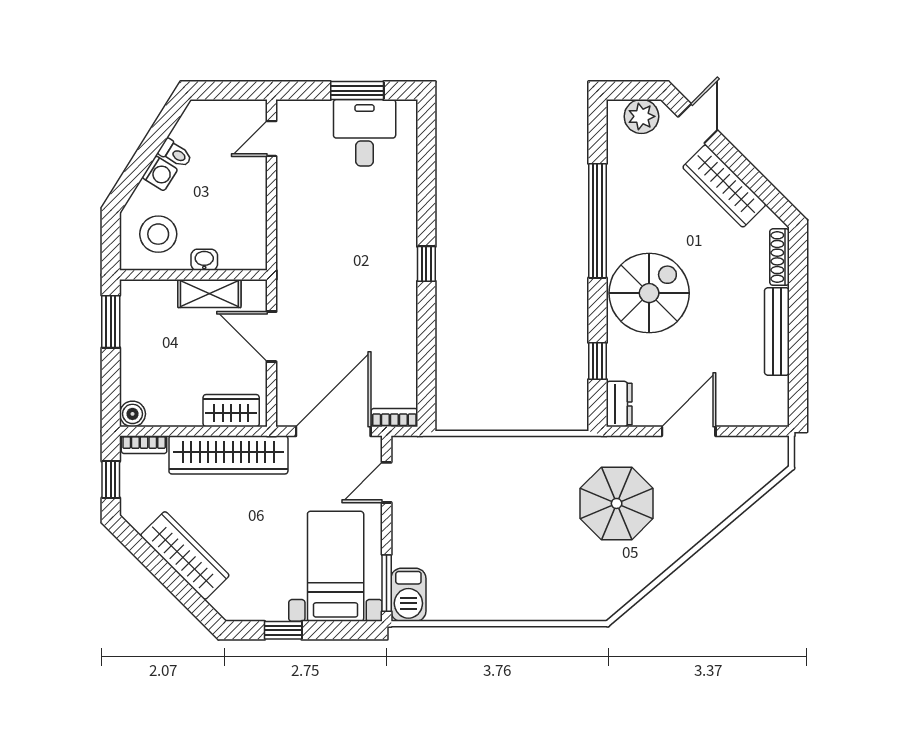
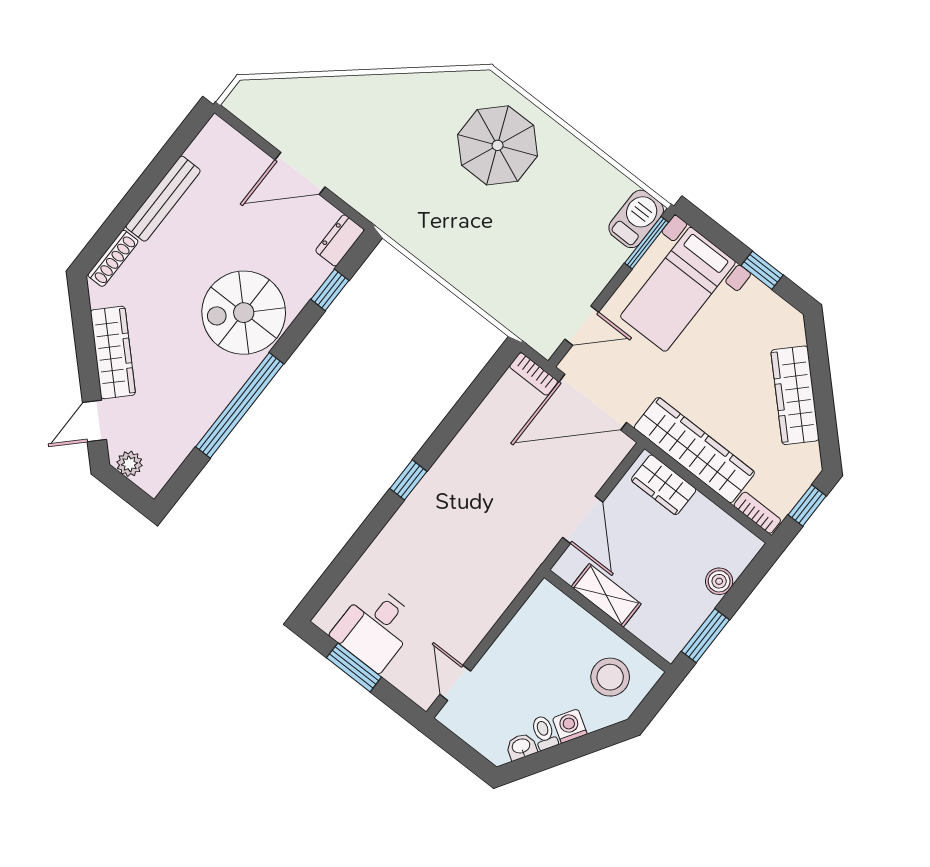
plant: (641, 116) -> (129, 464), width x0.73, depth x0.73
door: (272, 139) -> (455, 683), swing flipped
washbasin: (204, 260) -> (521, 747), moved, turned 122
boiler: (132, 414) -> (719, 581), moved
parasol: (617, 503) -> (498, 145), moved

